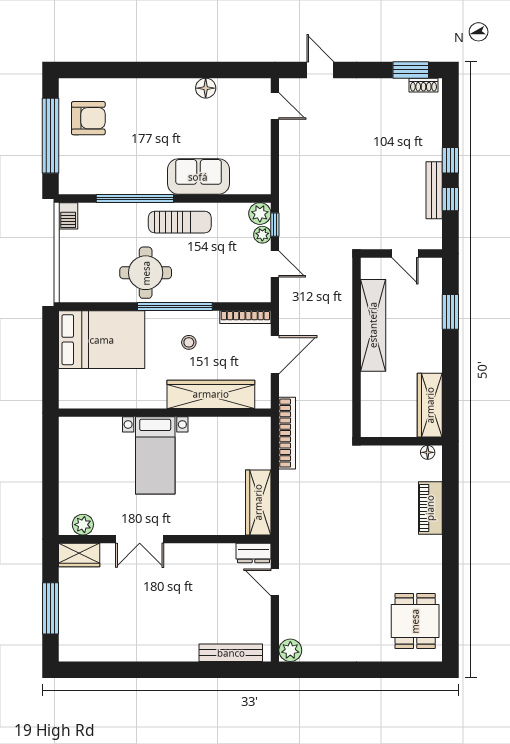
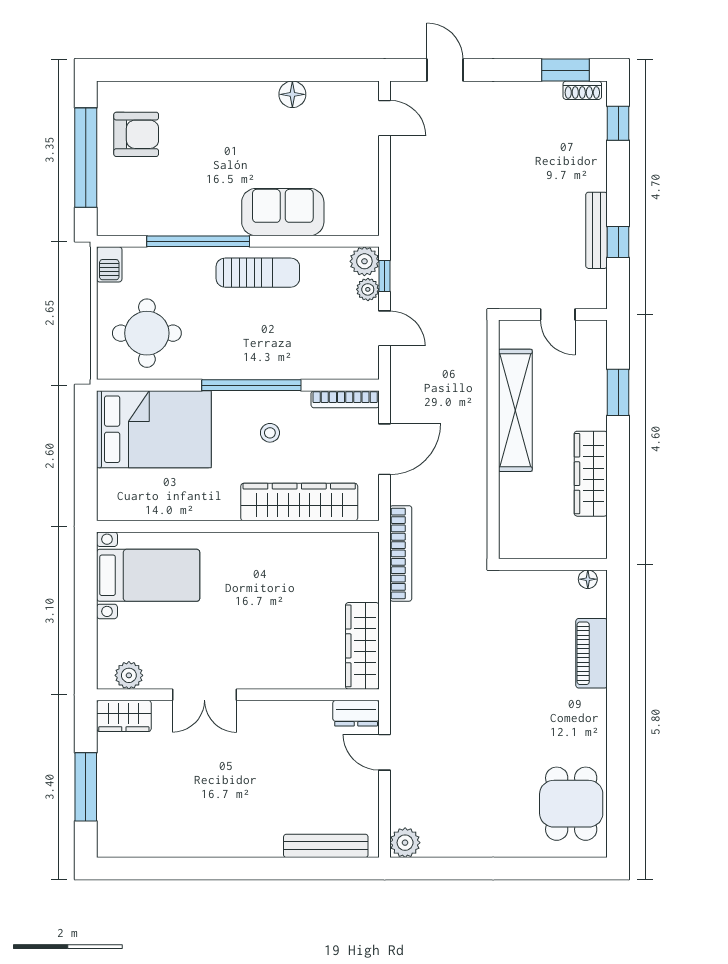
window: (450, 160) -> (618, 123), moved
round table: (146, 273) -> (147, 333), moved
wardrobe: (430, 405) -> (591, 474), moved
bed with nightstands: (155, 455) -> (148, 575), moved, turned -90

